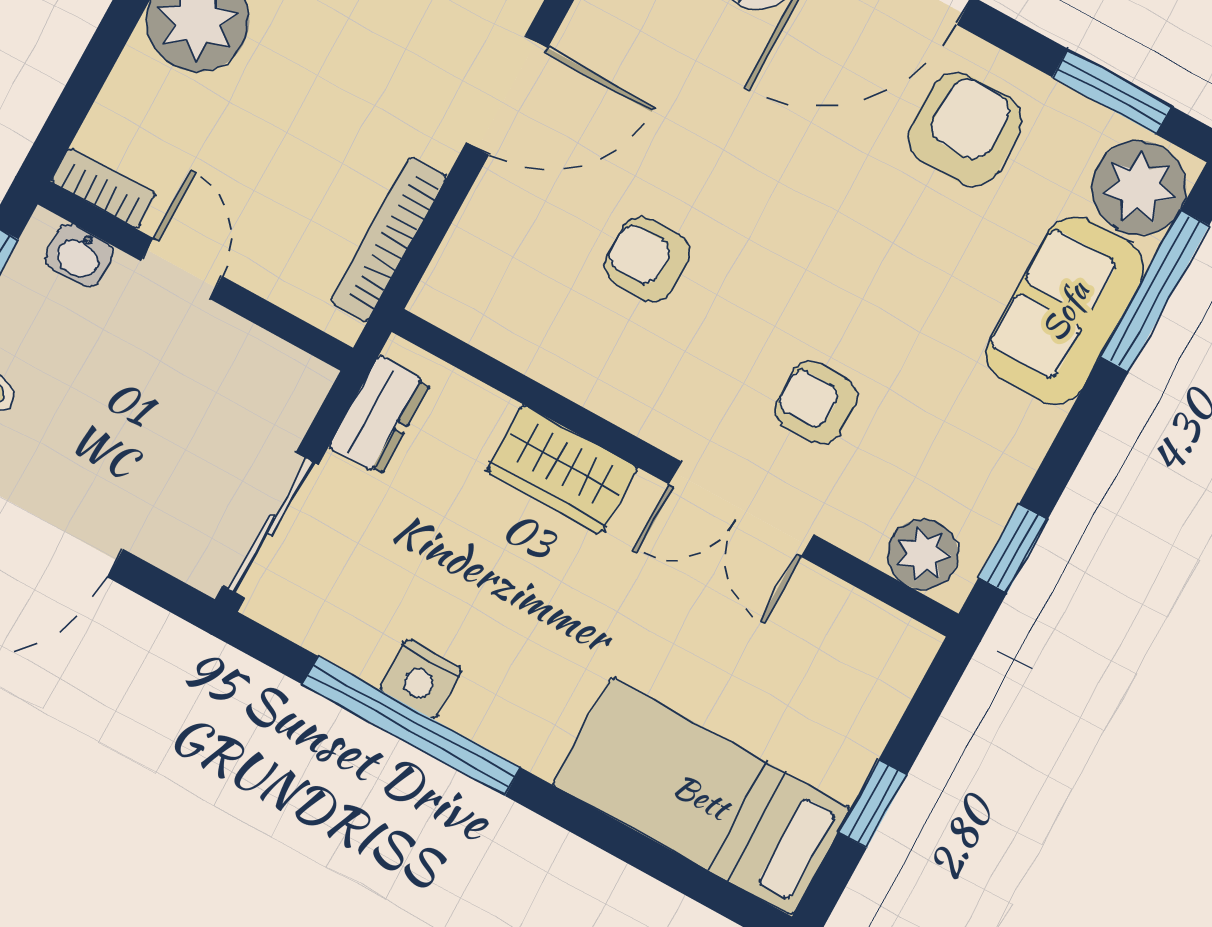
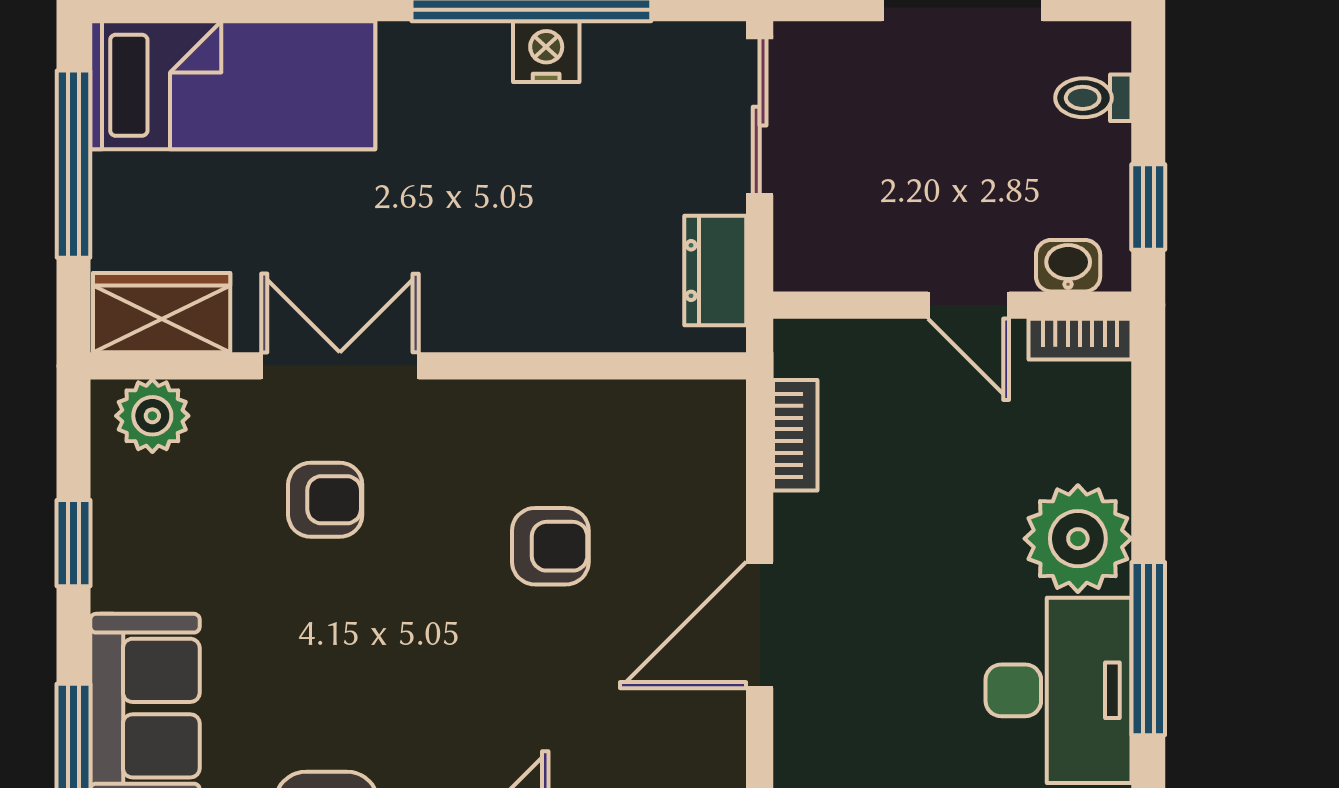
bookcase: (389, 239) -> (795, 435), width x0.64
wardrobe: (562, 469) -> (162, 313), moved
window: (1013, 549) -> (73, 543), moved
window: (873, 804) -> (73, 164), width x2.17

